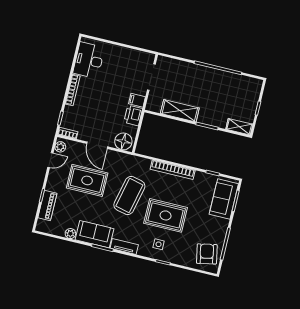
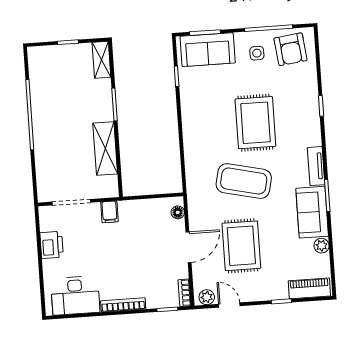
printer: (133, 115) -> (52, 245), moved, turned -90
floor lamp: (123, 141) -> (178, 212), width x0.53, depth x0.53
bookcase: (173, 170) -> (190, 133), removed
piano: (47, 205) -> (309, 288), moved
side table: (159, 244) -> (257, 53), moved
armchair: (207, 254) -> (291, 49), turned -86

